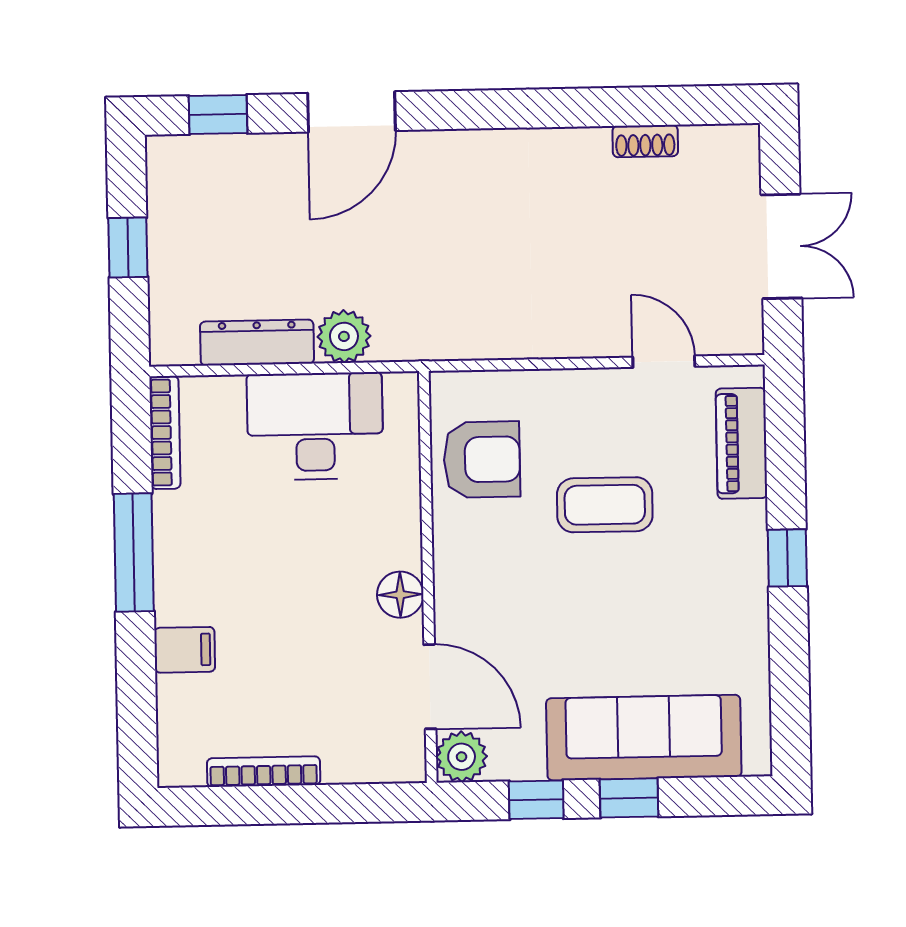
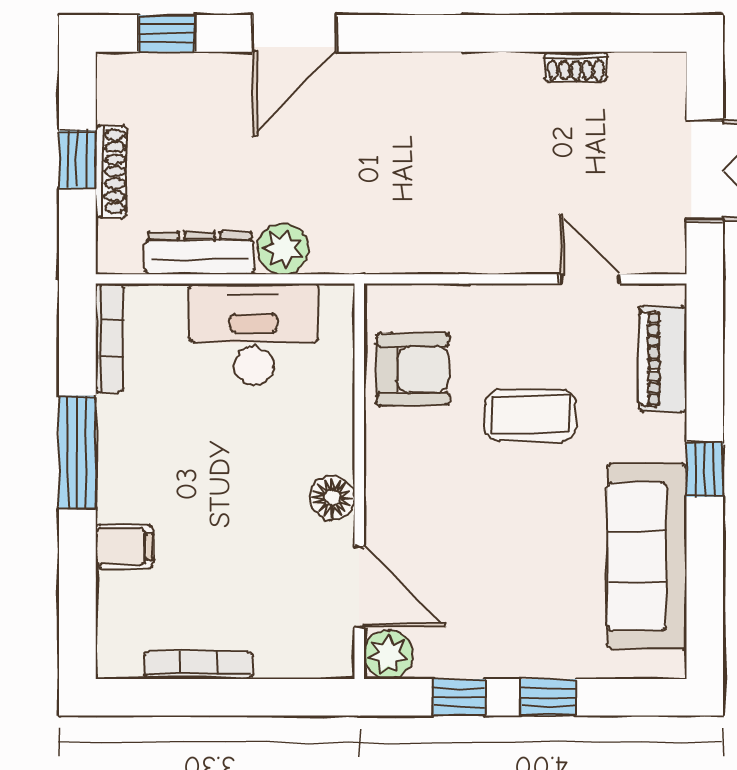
shoe rack: (163, 259) -> (111, 171), added
sofa: (644, 738) -> (647, 556), moved, turned -90

